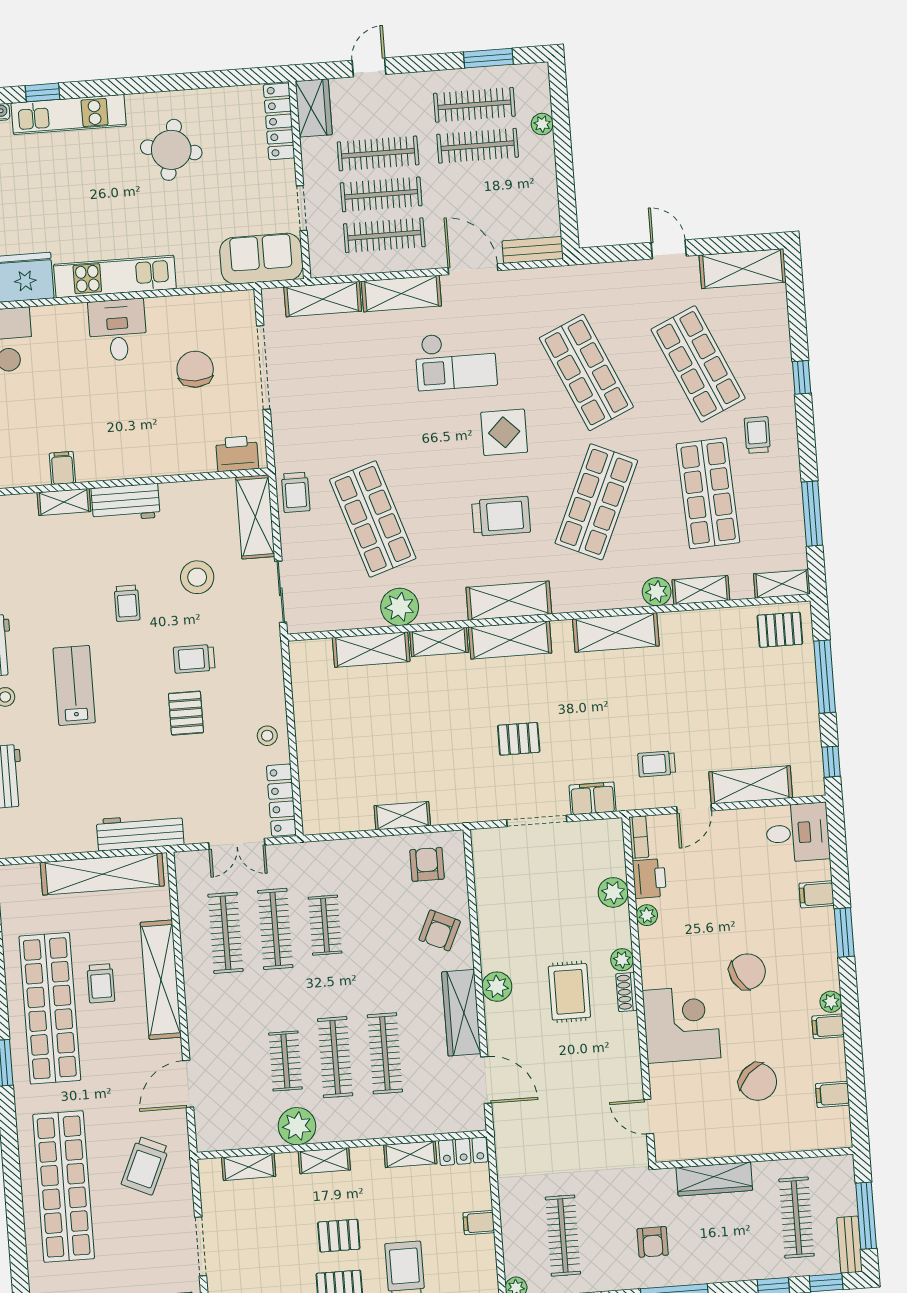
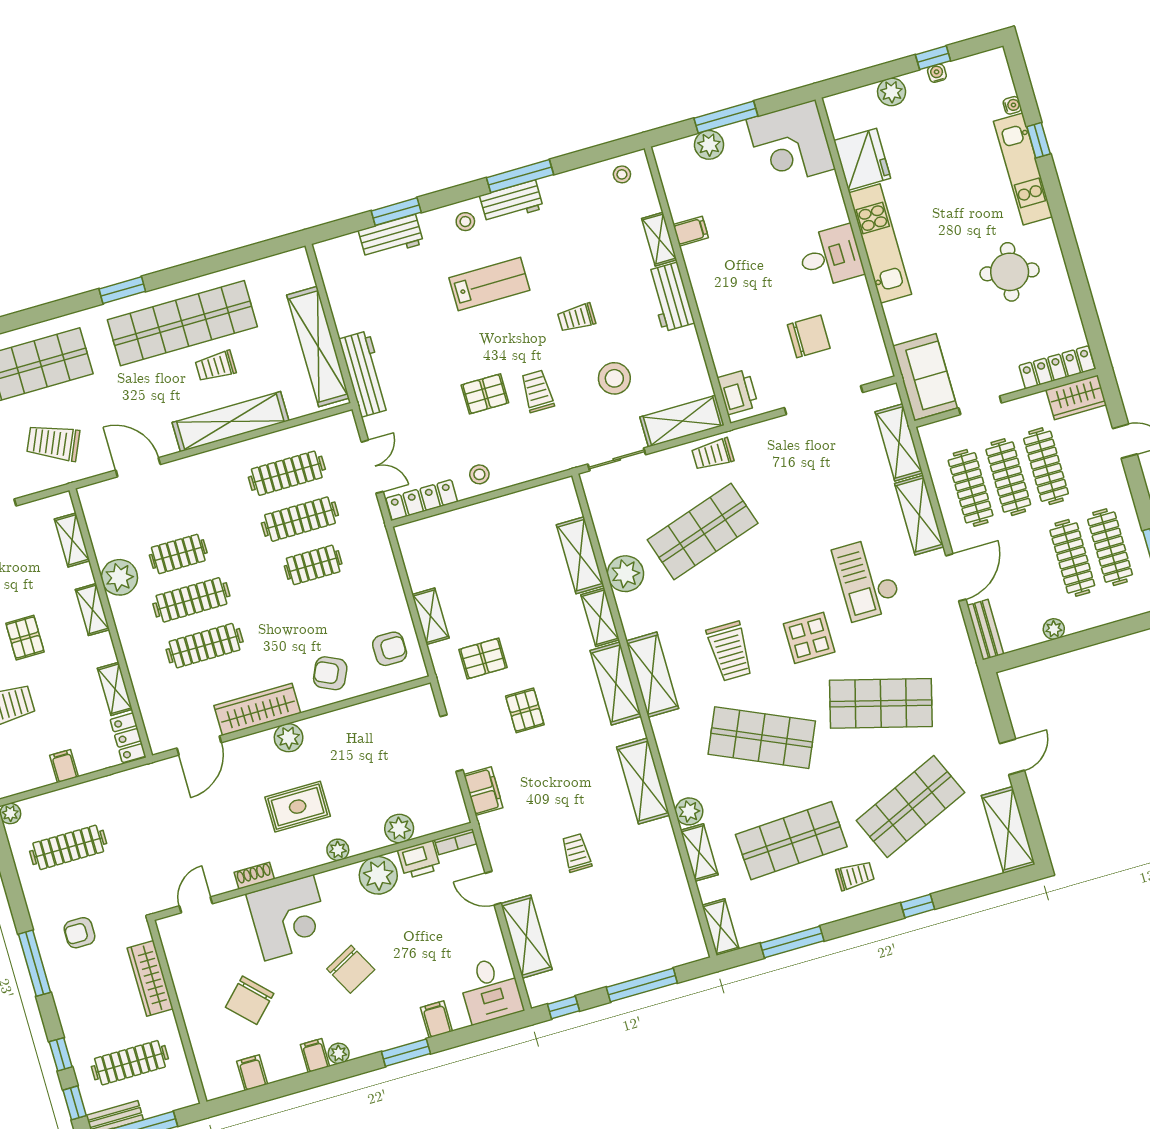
plant: (542, 124) -> (1054, 629), moved
shop shelf: (586, 372) -> (881, 703), turned 39
pallet: (780, 630) -> (483, 658), moved, turned 90
trolley: (657, 764) -> (576, 853), moved
double door: (237, 844) -> (372, 467), swing flipped
plant: (647, 915) -> (378, 875), width x1.88, depth x1.88
shoe rack: (627, 992) -> (254, 876), moved

